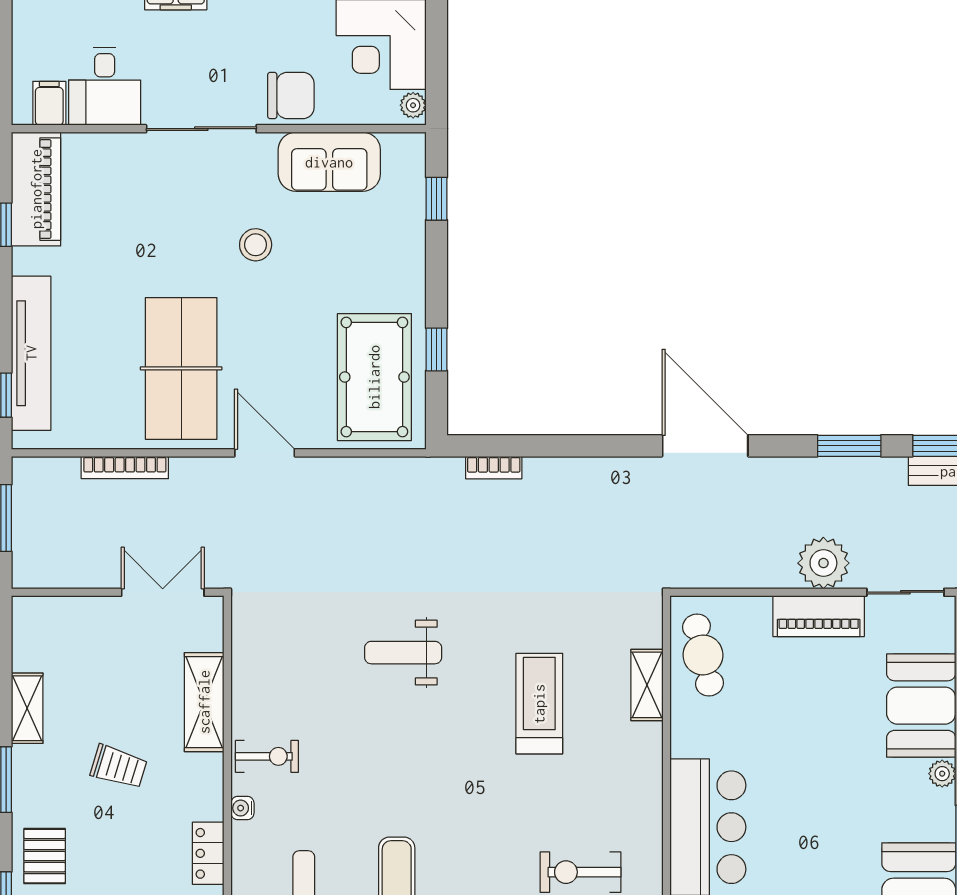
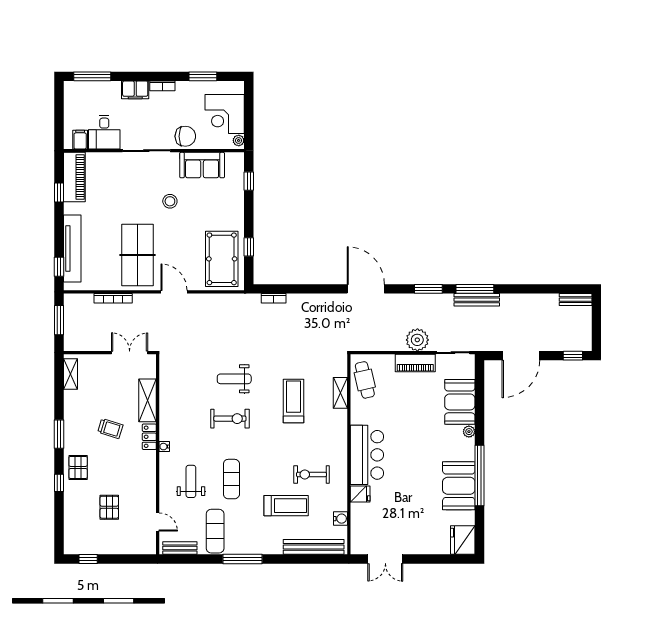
shelving: (27, 708) -> (70, 374), moved
exercise bike: (267, 756) -> (230, 419), moved, width x1.38, depth x1.39
locker: (208, 853) -> (149, 437), moved

